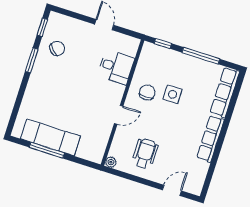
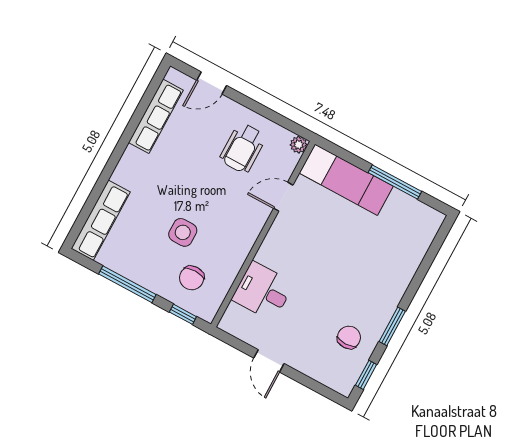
chair: (57, 48) -> (349, 337), turned 134
chair: (147, 92) -> (192, 278), moved
door: (119, 115) -> (283, 197), moved
exam couch: (50, 137) -> (346, 180), moved
row of seats: (211, 139) -> (156, 116), moved

